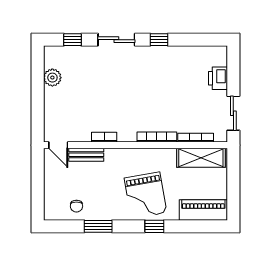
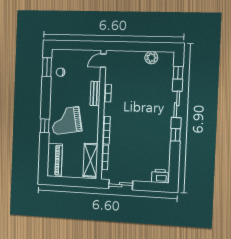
printer: (218, 78) -> (160, 176), moved
bench: (86, 155) -> (95, 93), moved
window: (98, 226) -> (47, 67), moved

